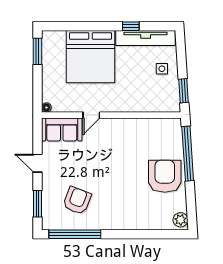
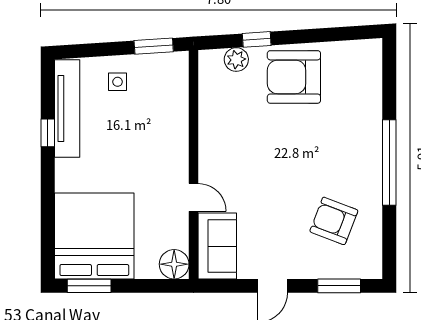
bed: (91, 57) -> (94, 236), moved, turned -90
floor lamp: (46, 107) -> (174, 264), width x1.89, depth x1.89
window: (188, 154) -> (257, 39), width x0.32
plant: (181, 220) -> (236, 60), moved
window: (75, 234) -> (389, 163), moved

